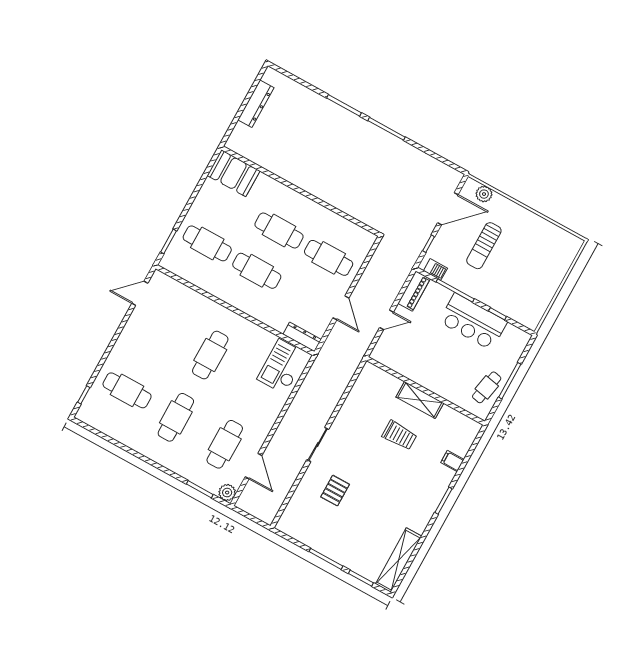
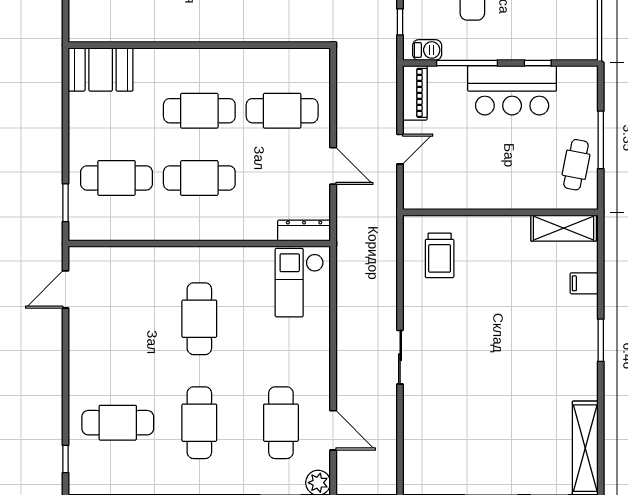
shelving: (420, 400) -> (564, 228), moved
trolley: (399, 435) -> (440, 255), moved, turned 90
pallet: (335, 491) -> (455, 404), removed

